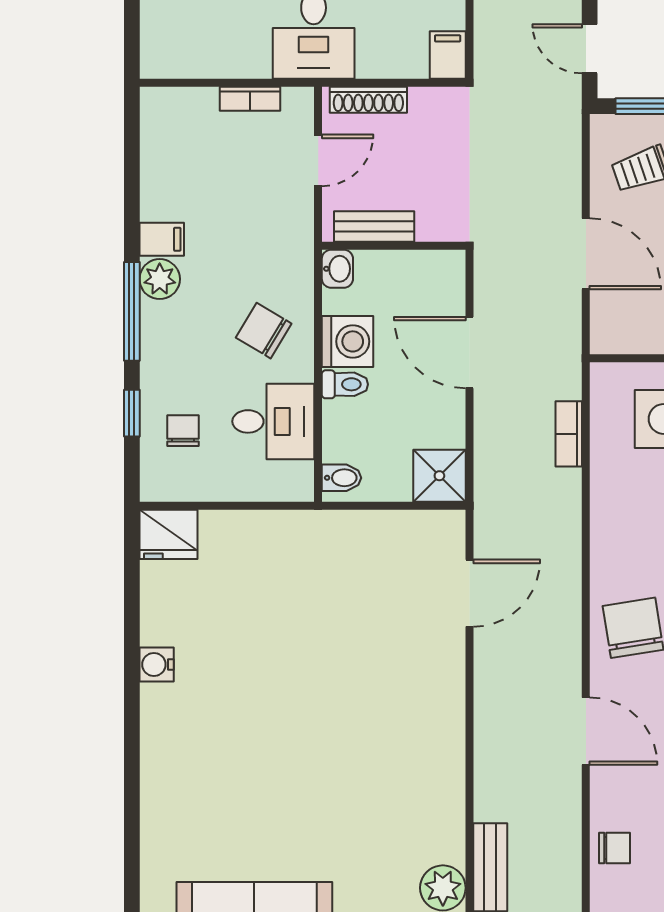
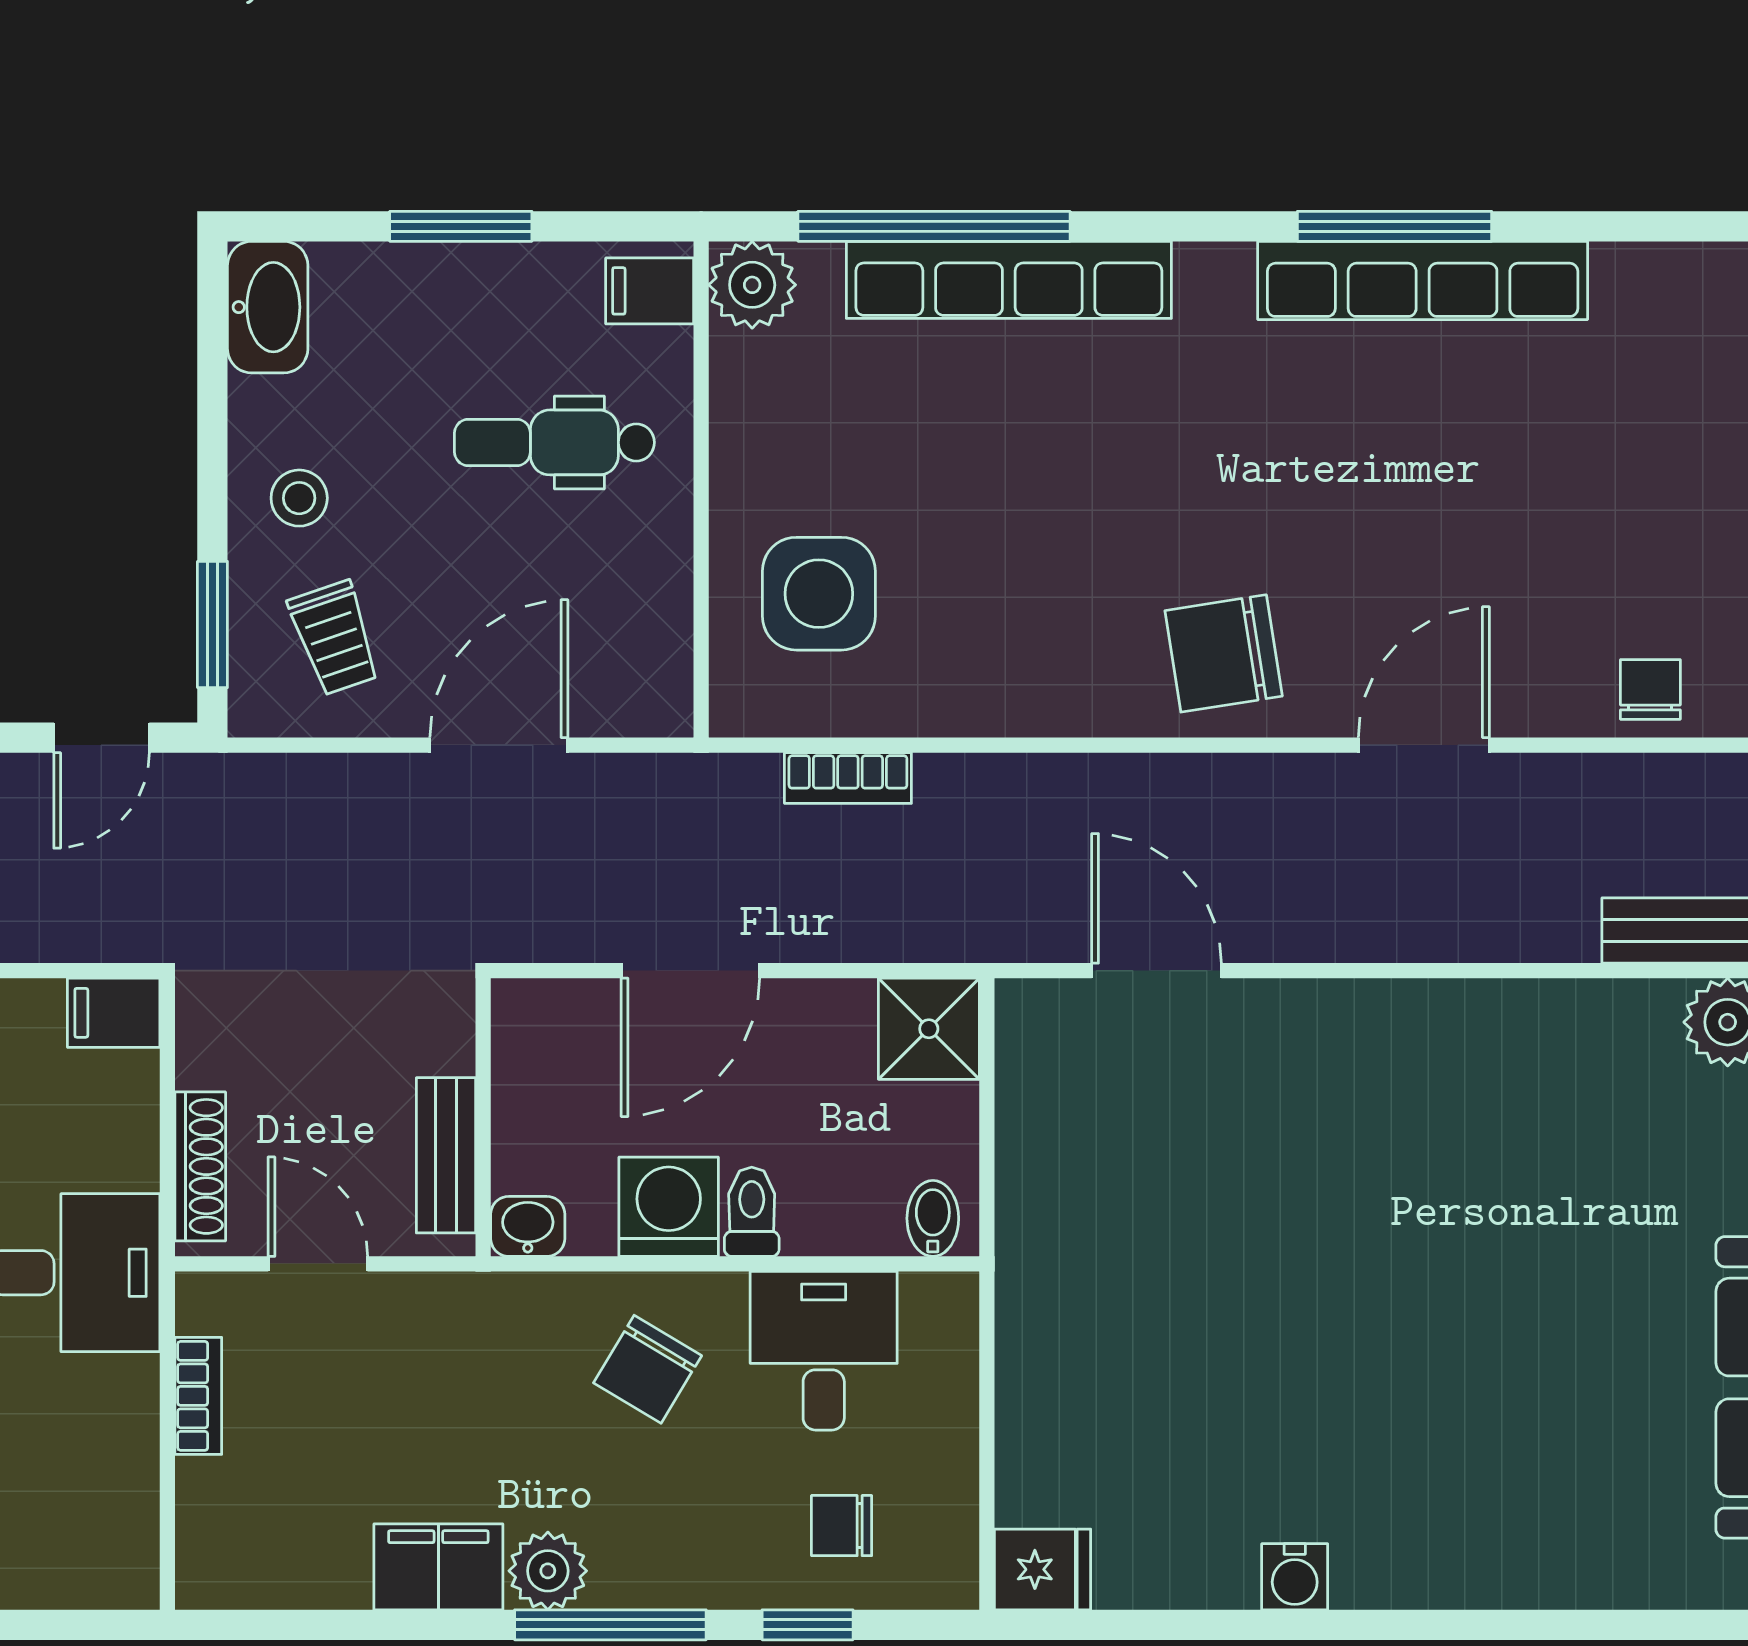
filing cabinet: (162, 239) -> (438, 1567), width x2.00
fridge: (168, 534) -> (1043, 1569), width x0.72

